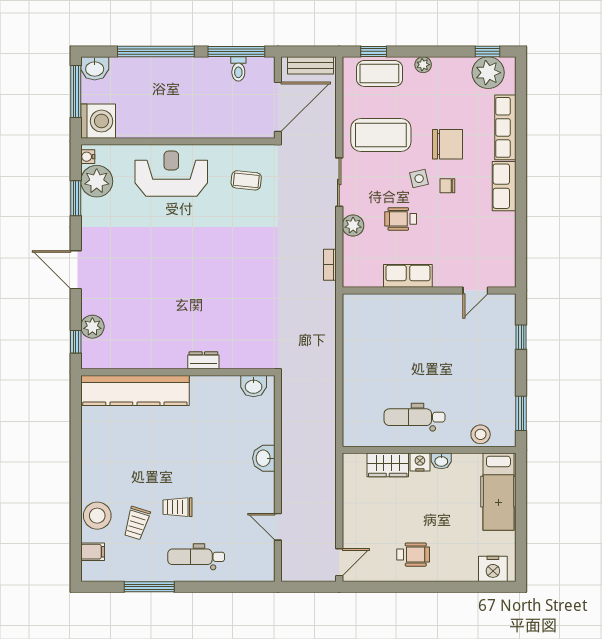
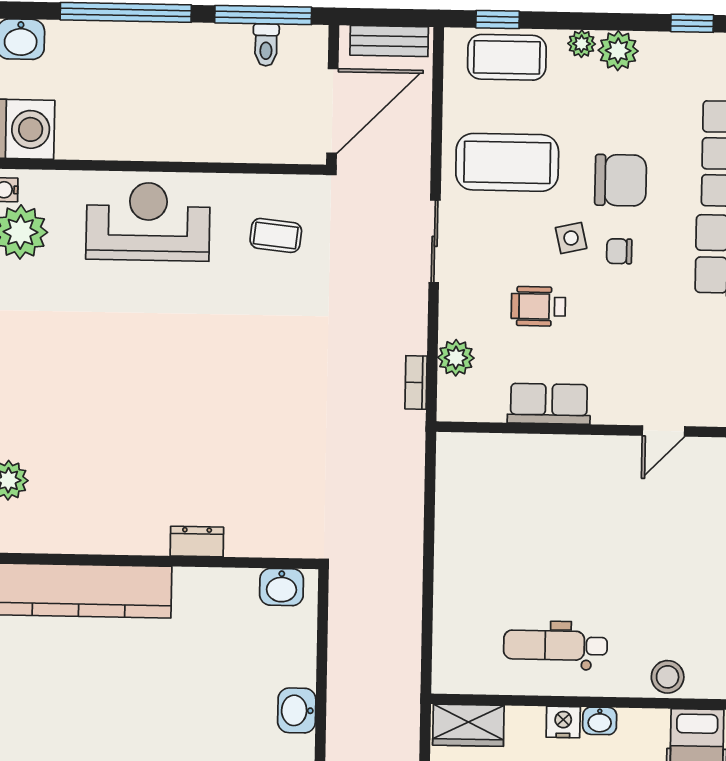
plant: (488, 73) -> (618, 51), moved, width x0.73, depth x0.73
plant: (353, 225) -> (456, 358), moved
wardrobe: (388, 465) -> (468, 725), moved

